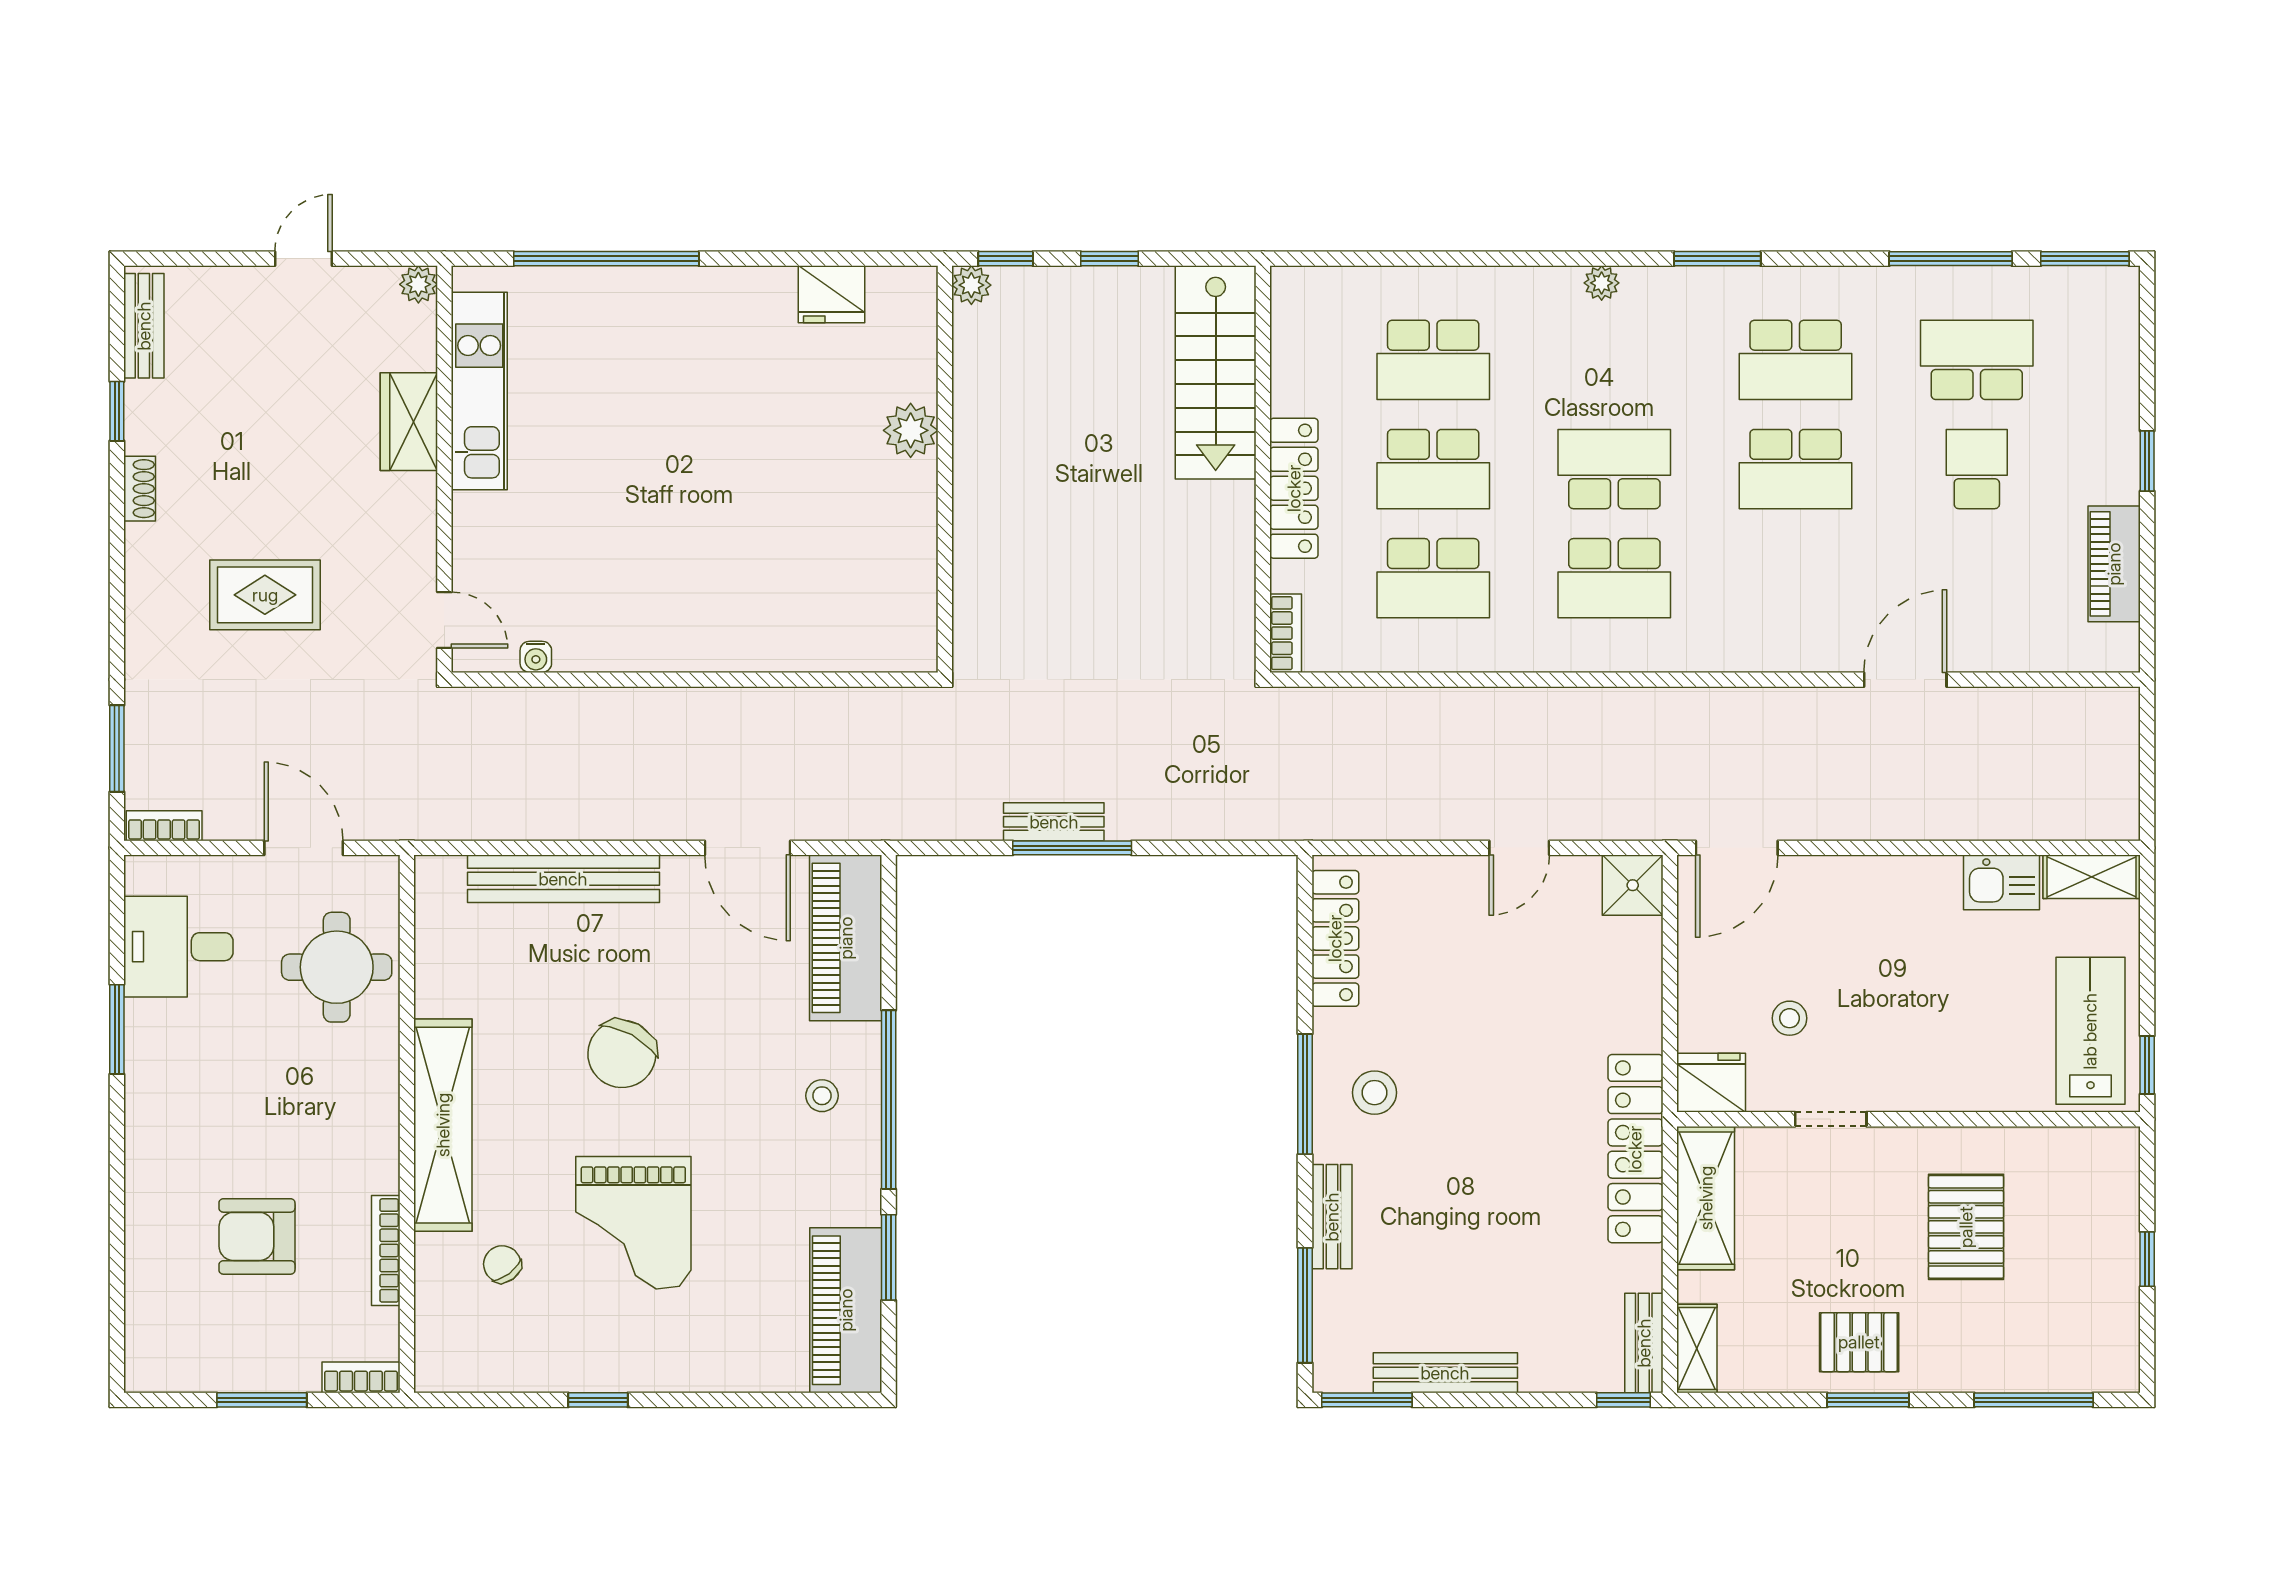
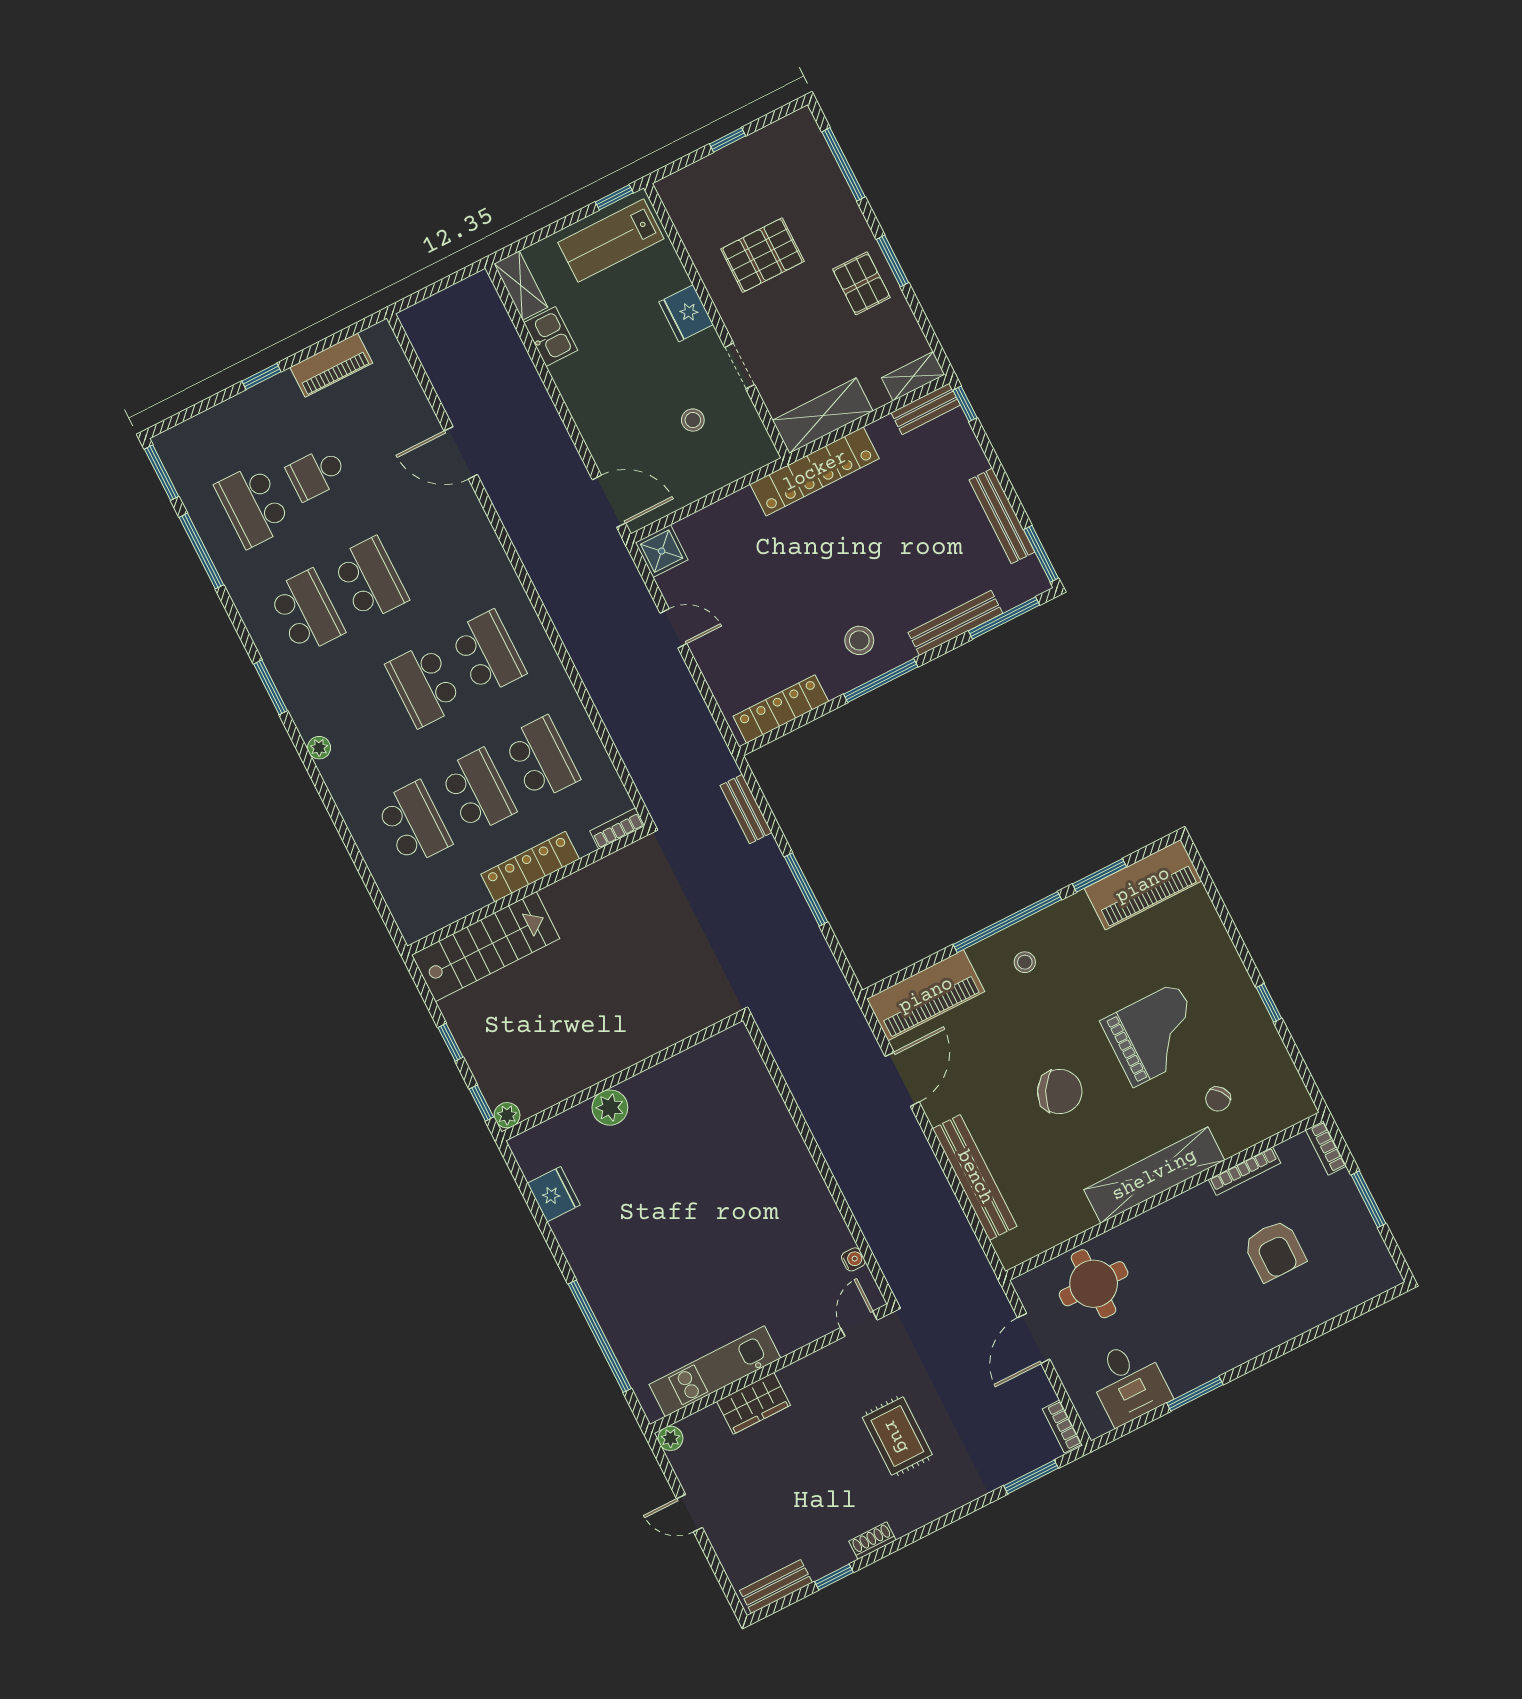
bench: (1054, 822) -> (746, 809), moved
fridge: (1711, 1083) -> (686, 313), moved
bench: (1332, 1217) -> (955, 623), width x1.36

